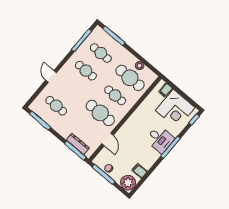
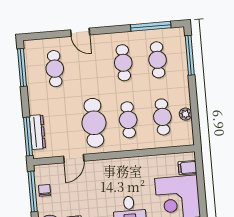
door: (51, 76) -> (80, 32), swing flipped
cafe table: (130, 78) -> (162, 117), width x0.73, depth x0.74

